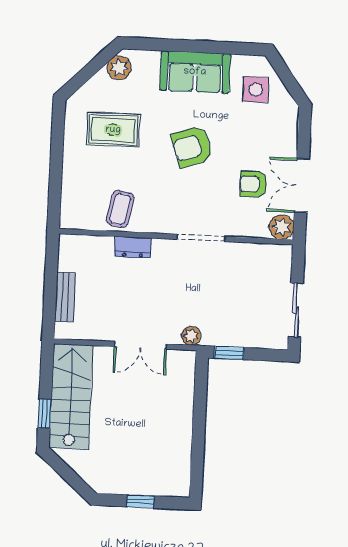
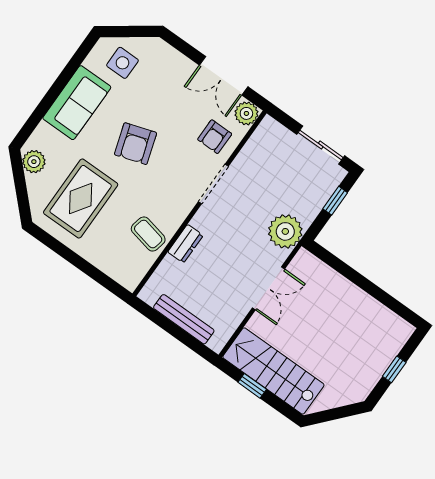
rug: (113, 130) -> (81, 198), width x1.36, depth x1.43
armchair: (253, 184) -> (215, 137), moved
bench: (65, 297) -> (184, 319), width x1.36
plant: (191, 336) -> (285, 231), width x1.87, depth x1.87
window: (229, 353) -> (335, 201), moved
window: (44, 414) -> (252, 386), moved

